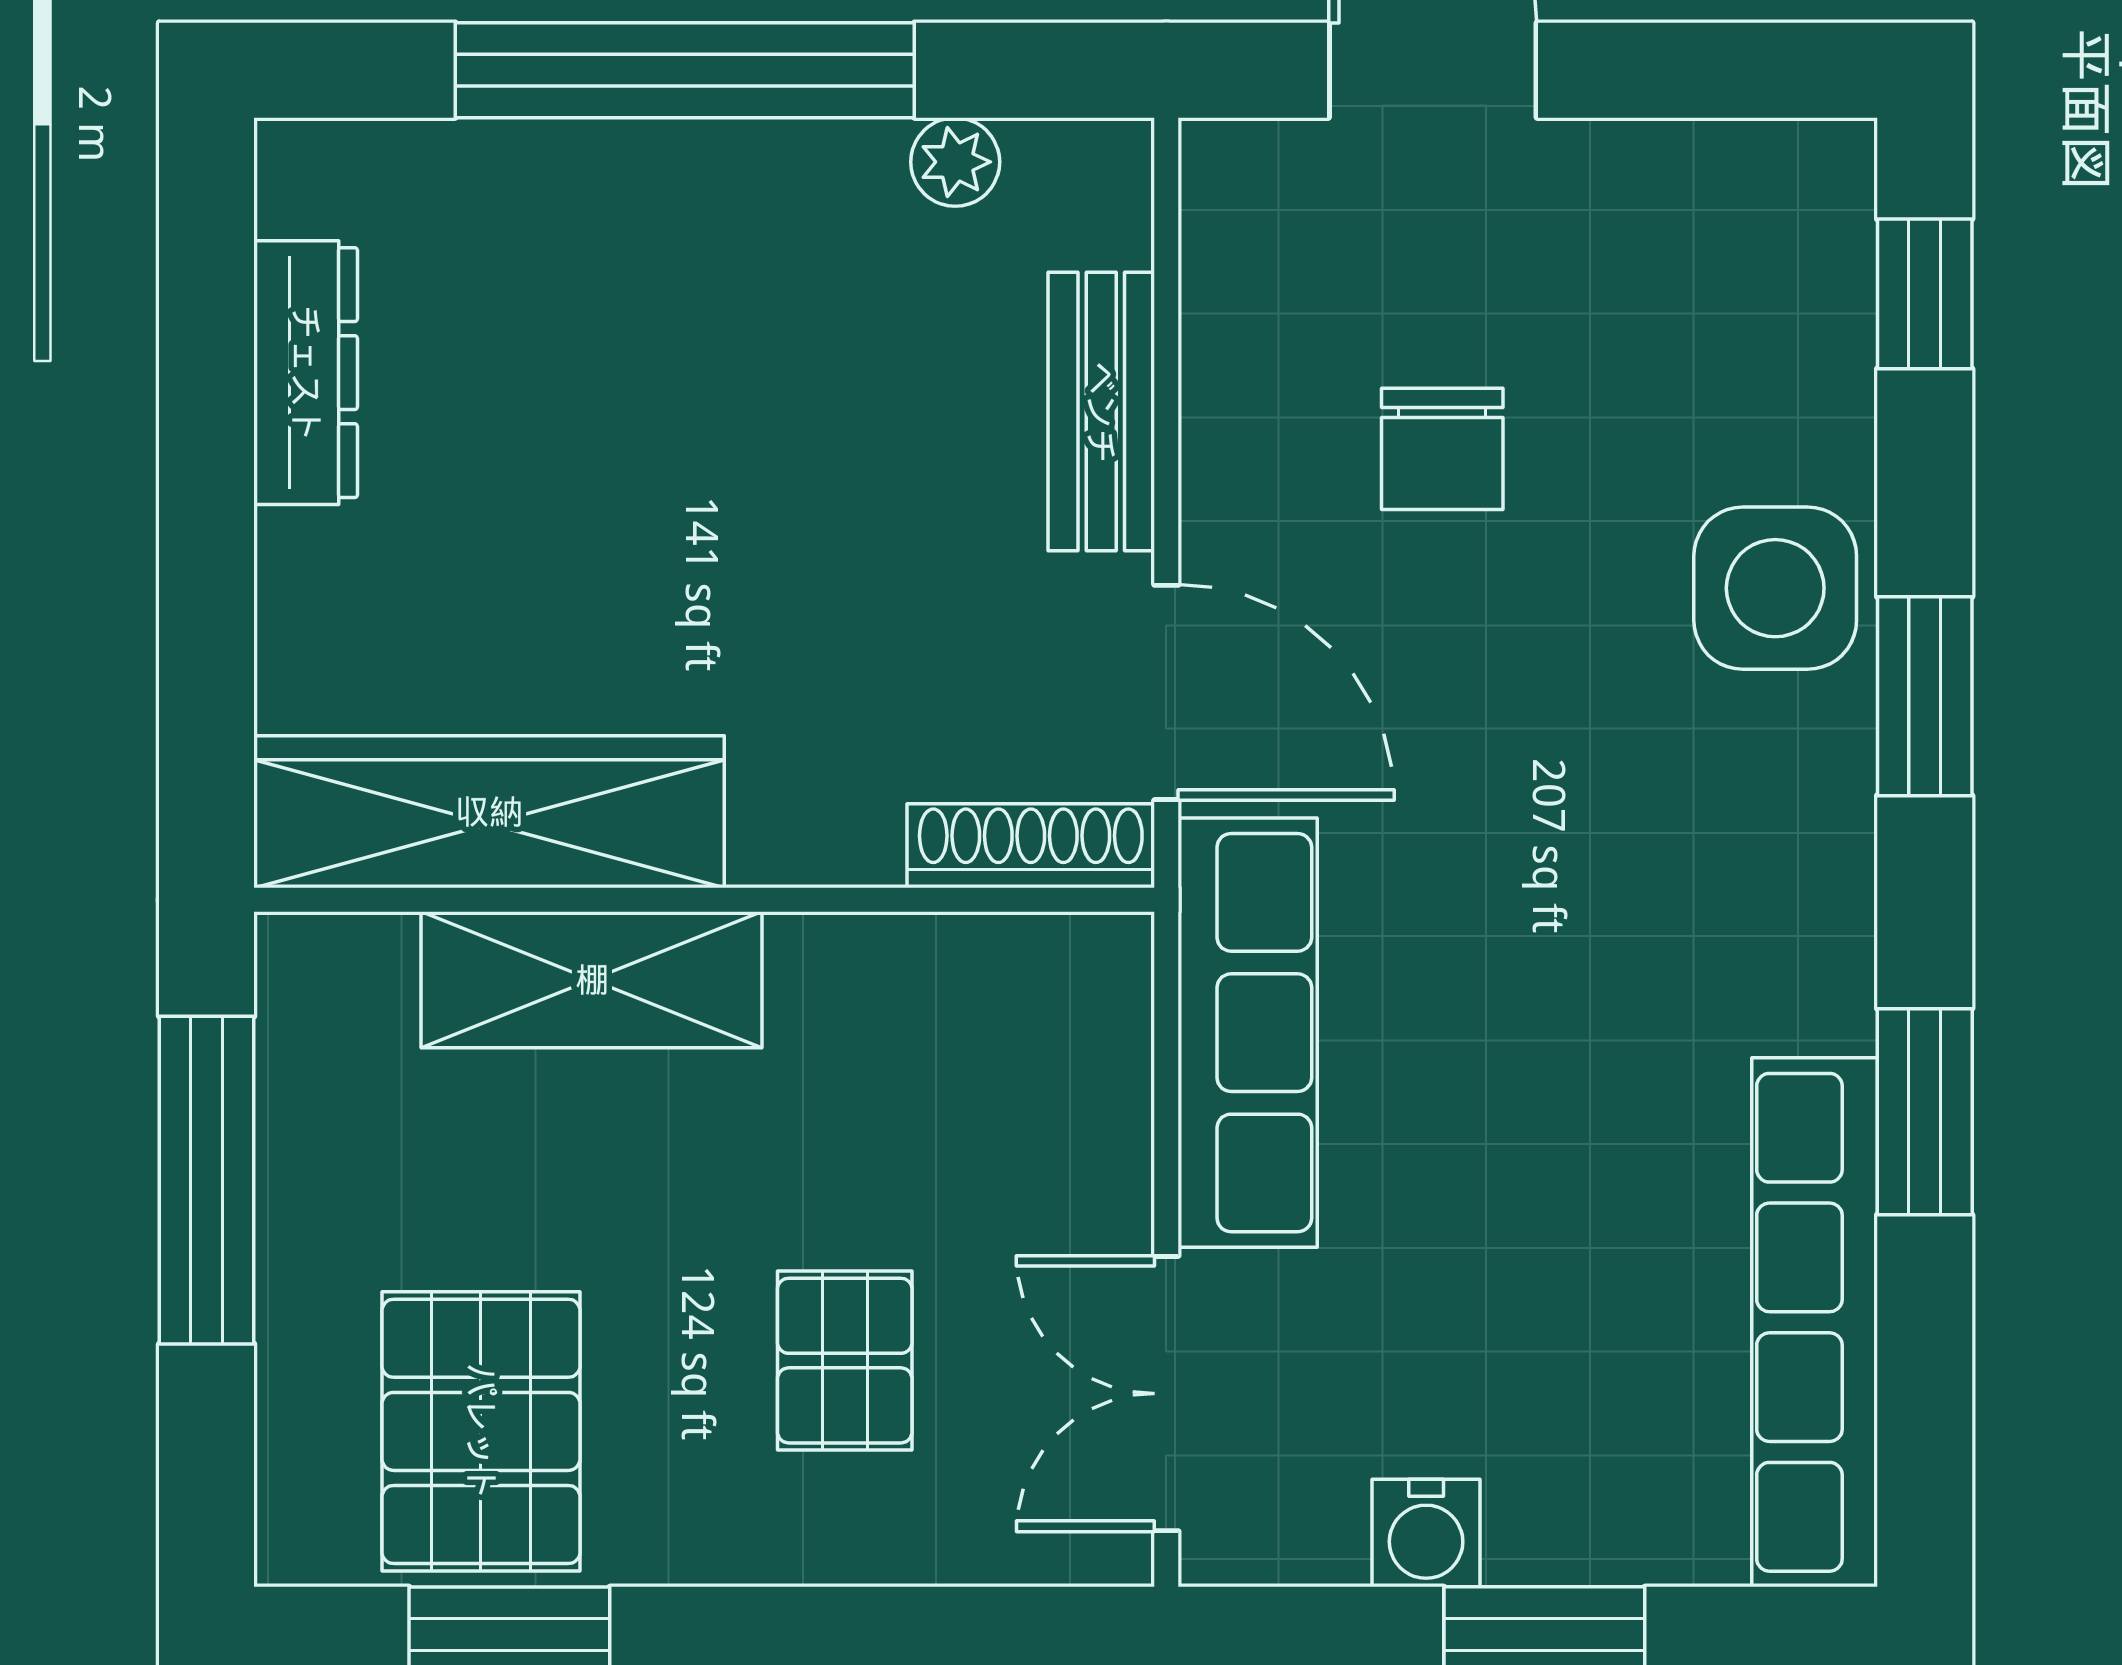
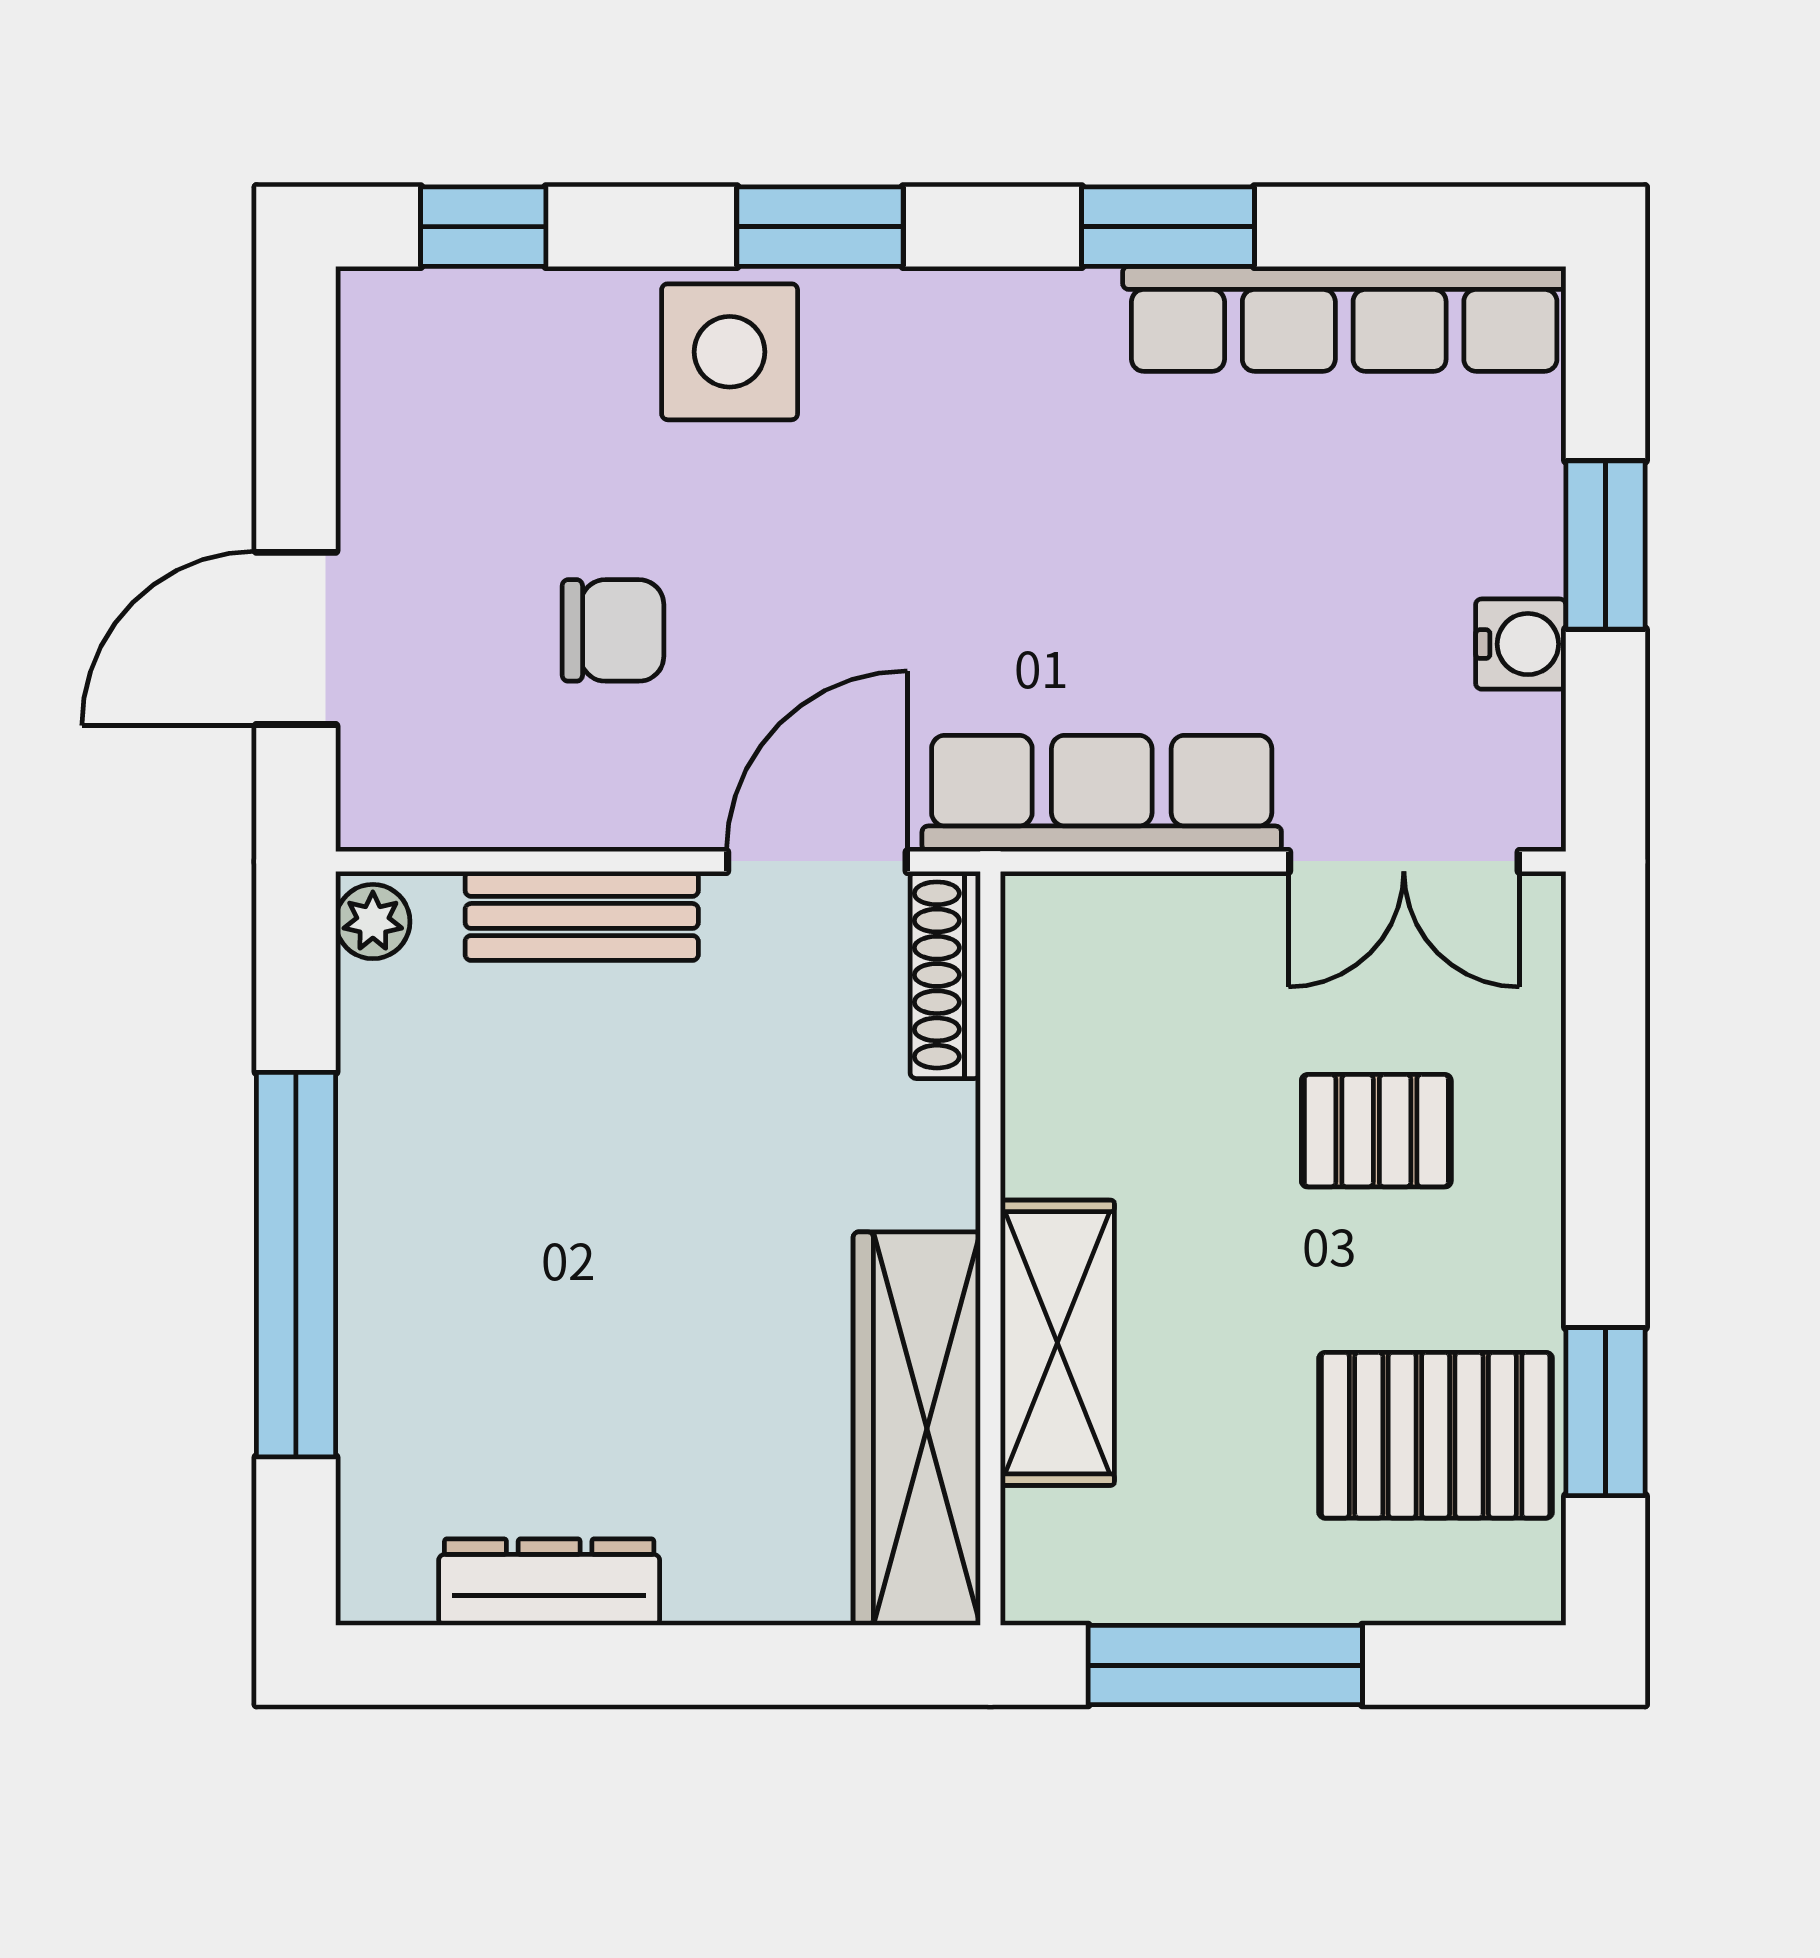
plant: (955, 162) -> (373, 922), moved

